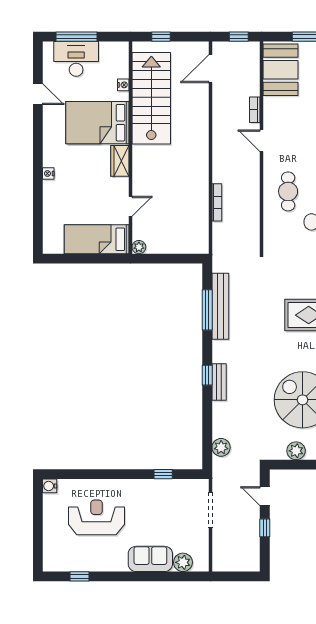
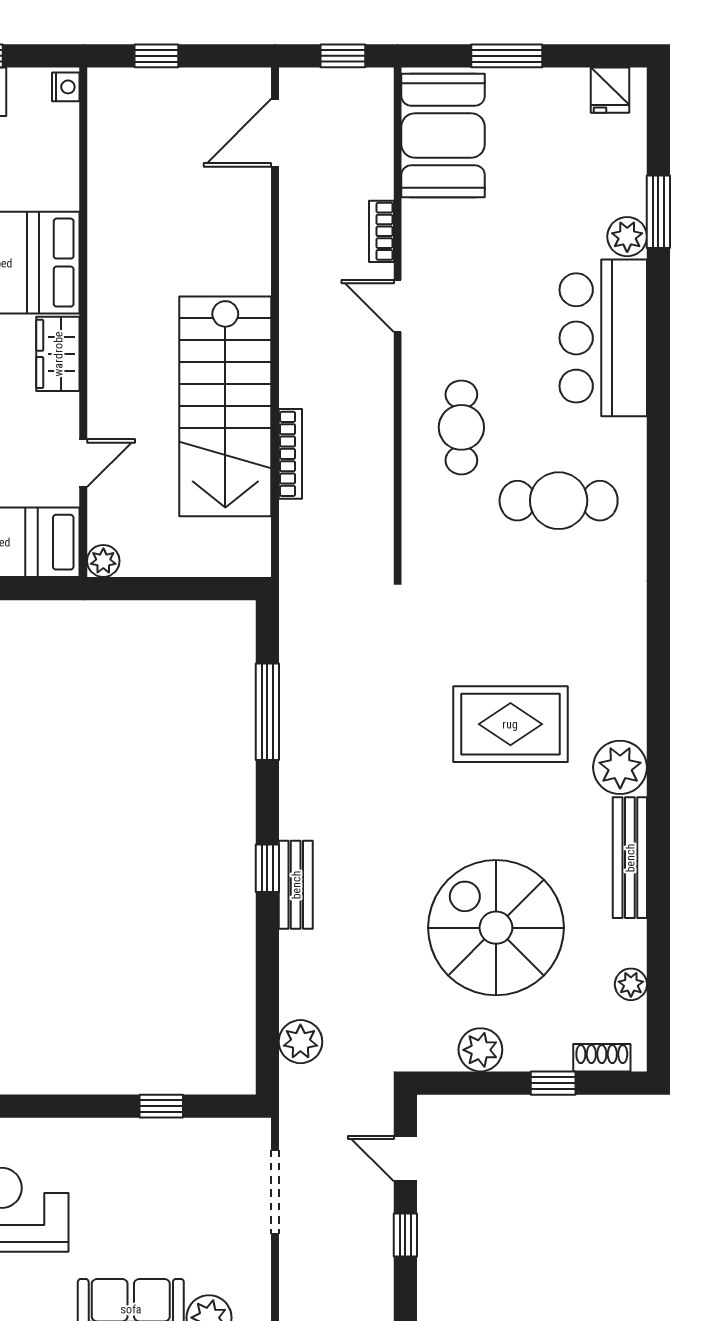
nightstand: (123, 85) -> (66, 87), moved
stairs: (151, 98) -> (225, 406), moved, turned 180
bench: (220, 306) -> (299, 703), removed

